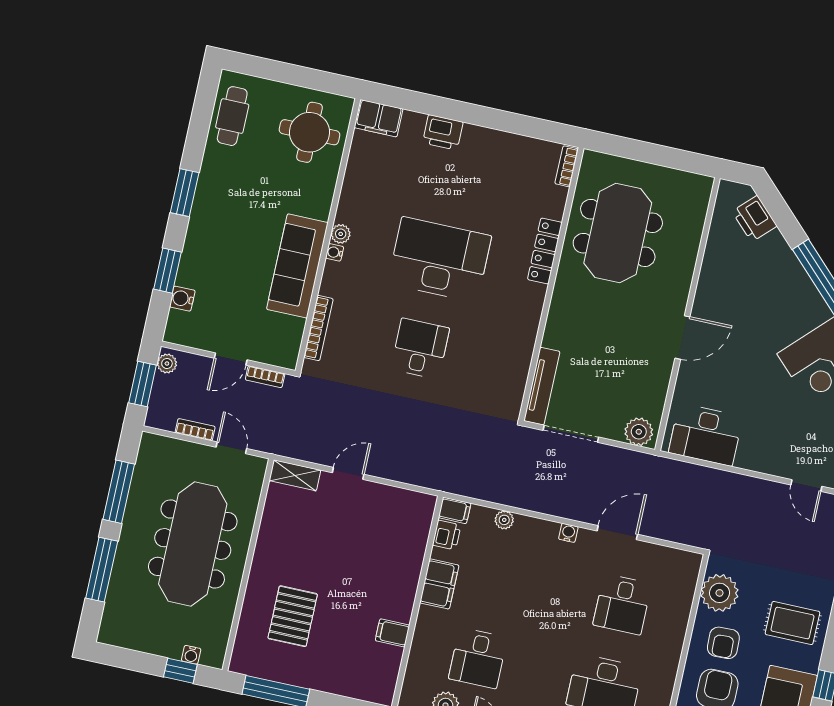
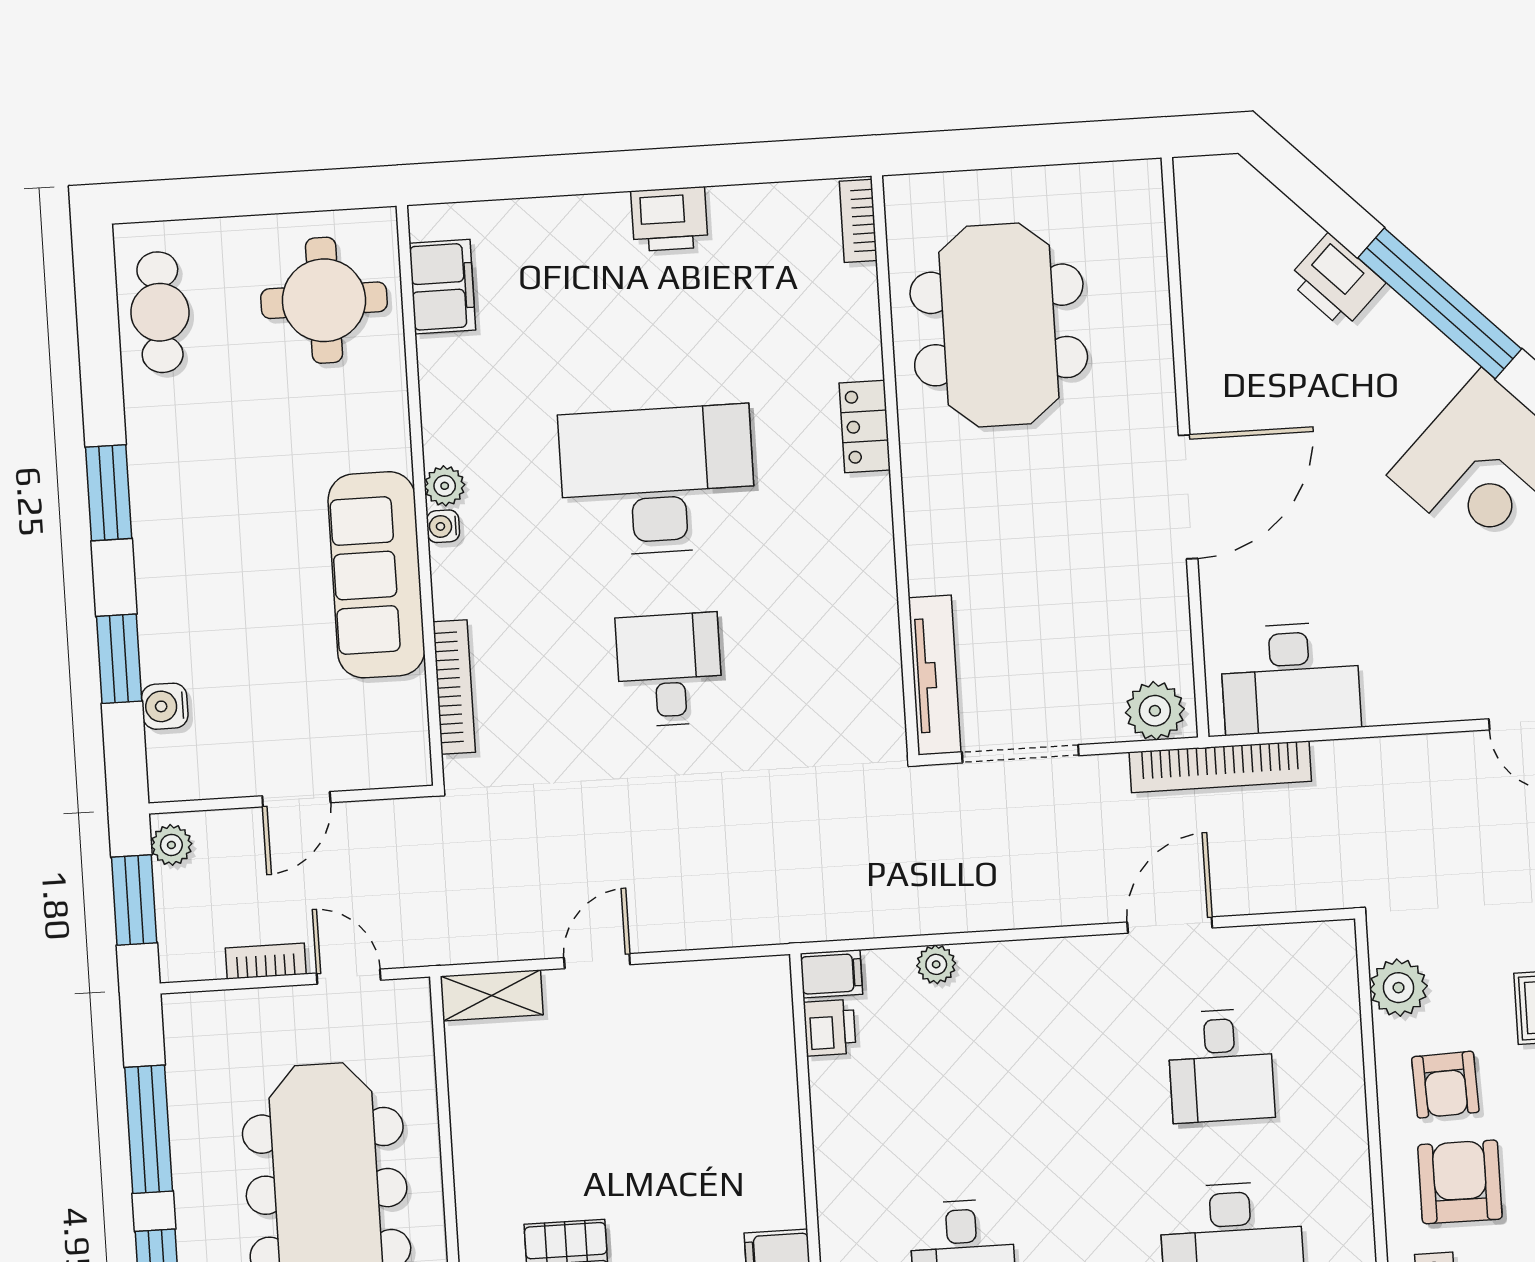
filing cabinet: (379, 118) -> (442, 287), moved, turned -90
printer: (443, 132) -> (669, 219), moved
printer: (754, 219) -> (1336, 281), moved
locker: (545, 251) -> (865, 427), width x0.66
door: (682, 337) -> (1188, 497), width x1.36
bookcase: (265, 377) -> (1220, 767), moved, width x2.31, depth x1.31
water cooler: (568, 533) -> (1072, 954), removed
filing cabinet: (439, 584) -> (843, 1130), removed
plant: (720, 593) -> (1399, 988), width x0.73, depth x0.73

